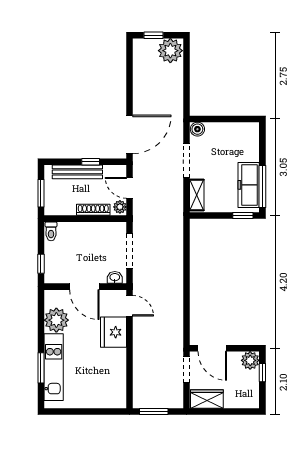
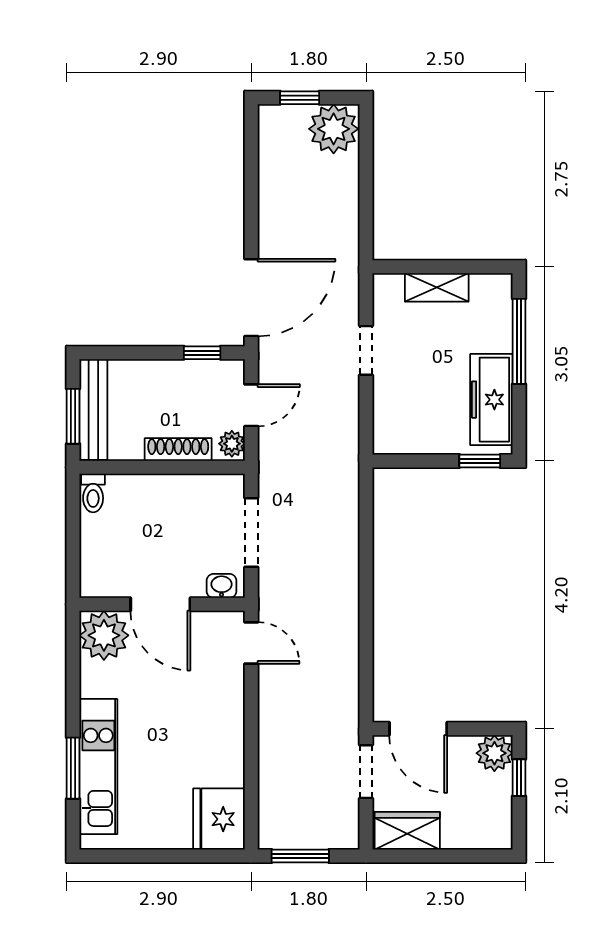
boiler: (197, 129) -> (388, 287), removed
doorway: (186, 161) -> (366, 350), width x0.73
window: (91, 162) -> (202, 353), moved
bench: (77, 172) -> (93, 409), moved, turned 90
window: (262, 186) -> (519, 341), moved
door: (130, 188) -> (251, 405), swing flipped
shelving: (197, 195) -> (437, 287), moved, turned 90
window: (41, 264) -> (73, 558), removed
plant: (56, 320) -> (104, 635), moved
fridge: (114, 332) -> (219, 819), moved

